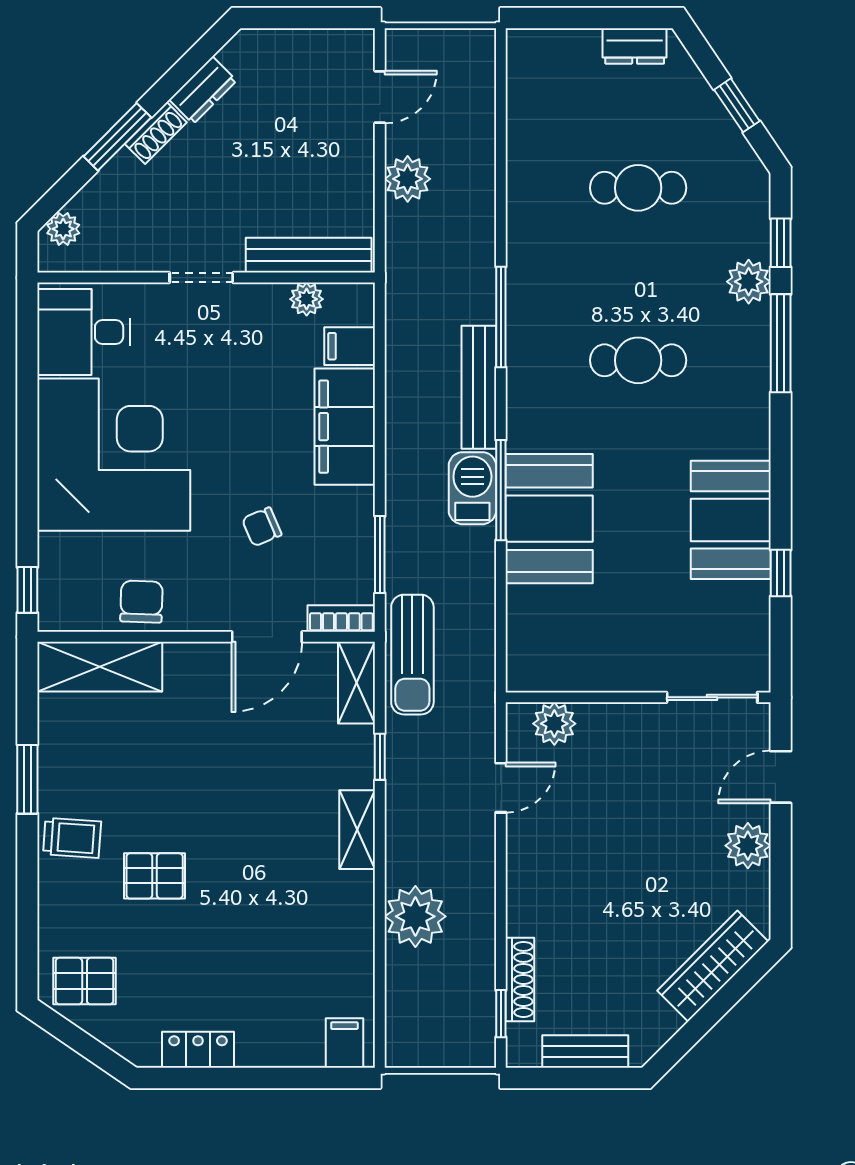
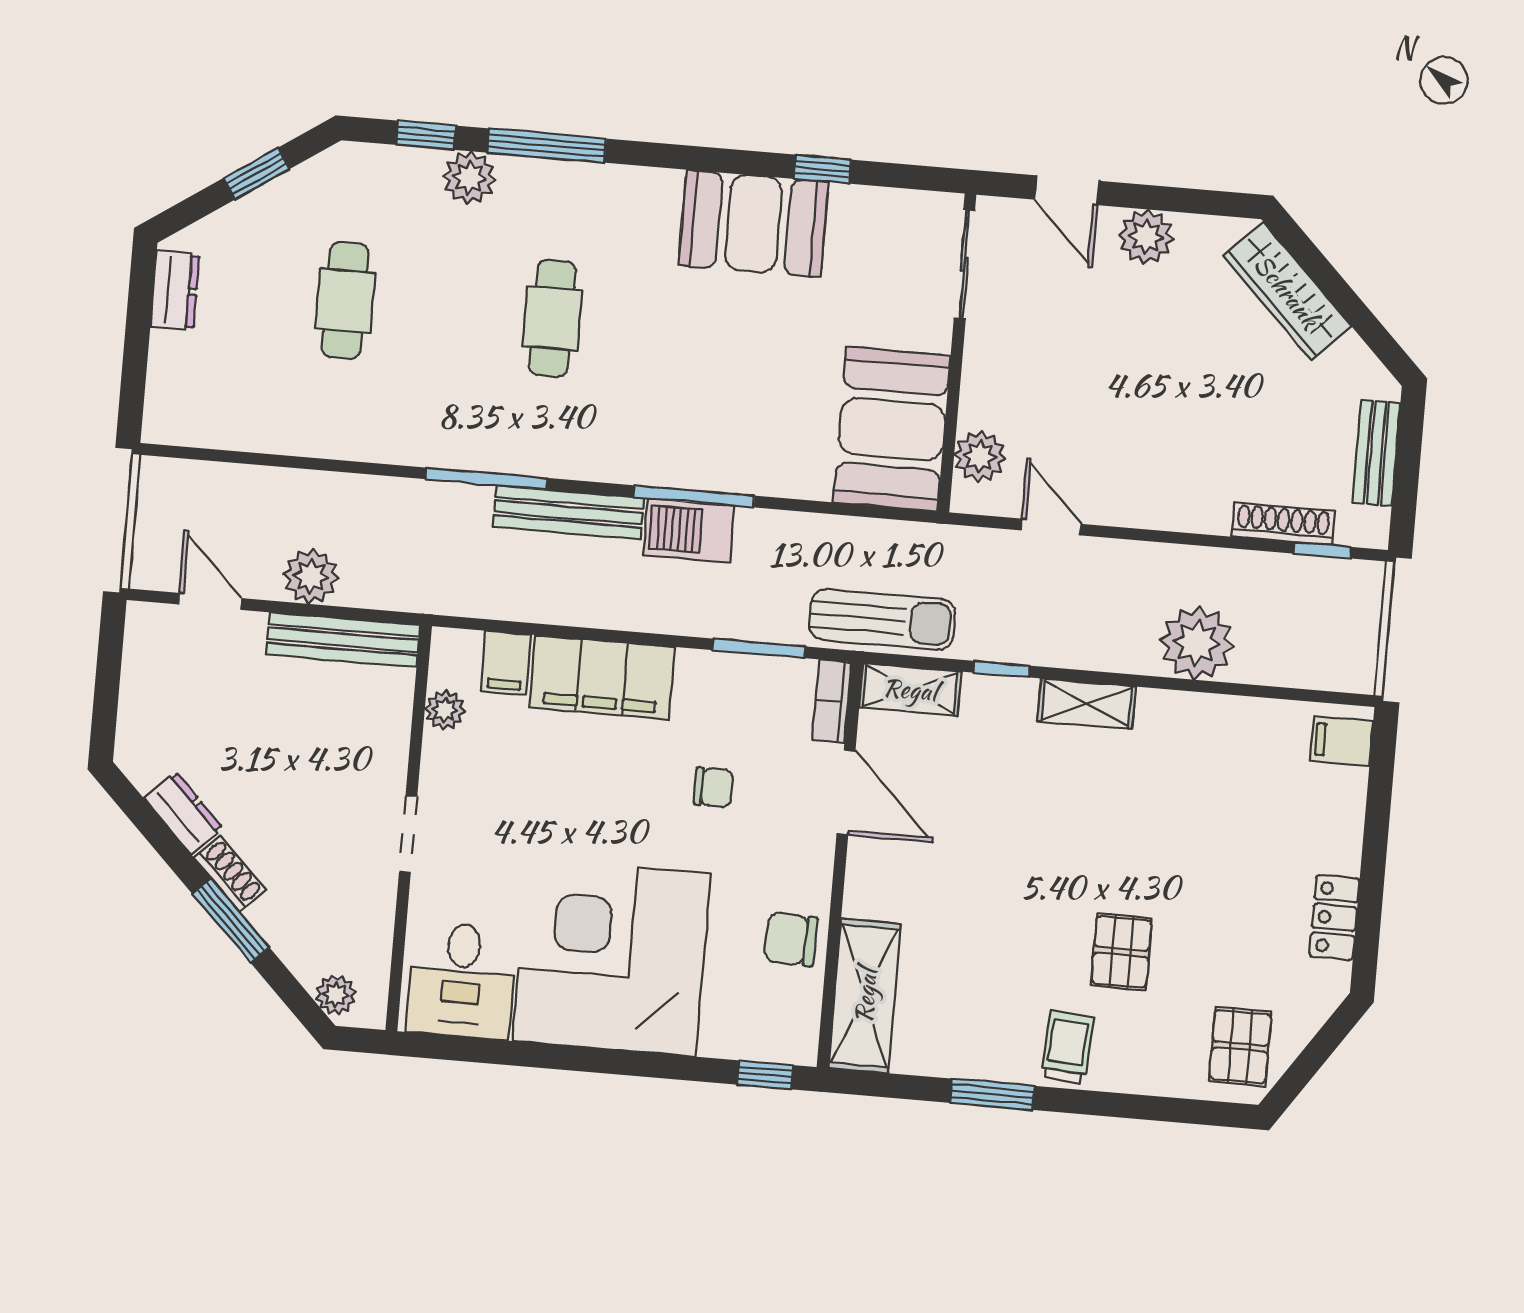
bench: (309, 255) -> (343, 640), moved, turned 90
booth: (549, 519) -> (892, 429), moved, turned 90
chair: (262, 527) -> (714, 787), turned -67

